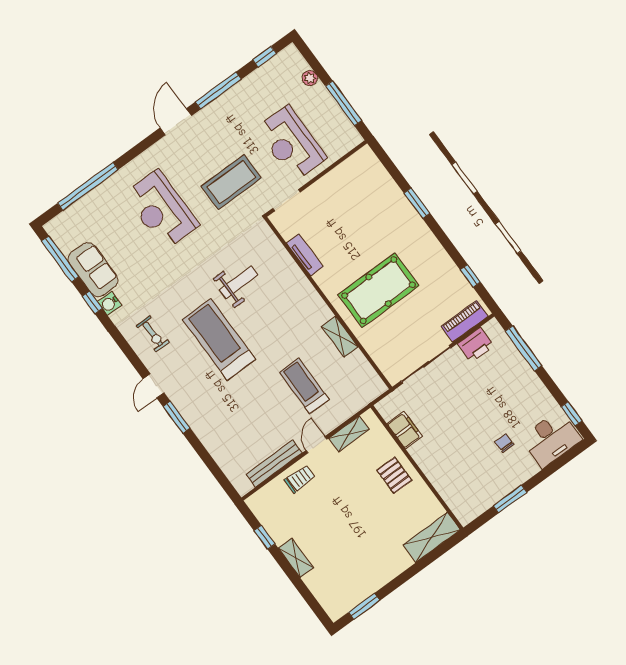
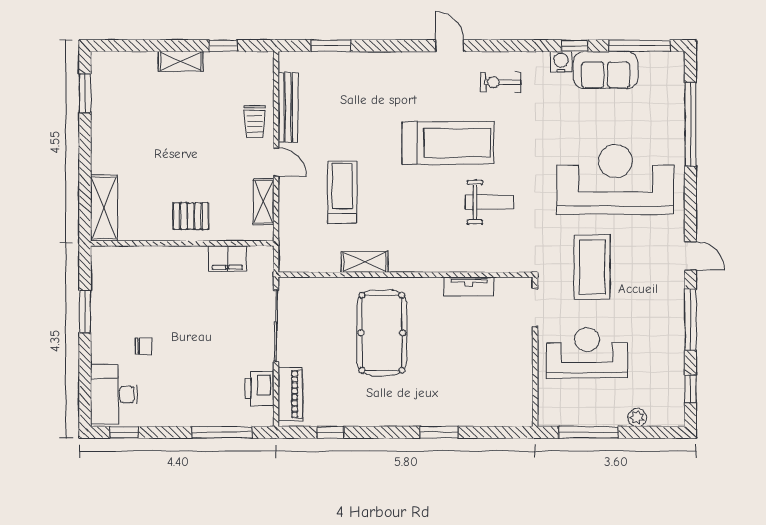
door: (176, 122) -> (690, 256), width x0.73
reception desk: (161, 210) -> (615, 179), width x1.36, depth x1.30
weight bench: (239, 282) -> (489, 202), turned -90
treadmill: (304, 386) -> (342, 192), turned -90
window: (176, 417) -> (331, 46), moved

